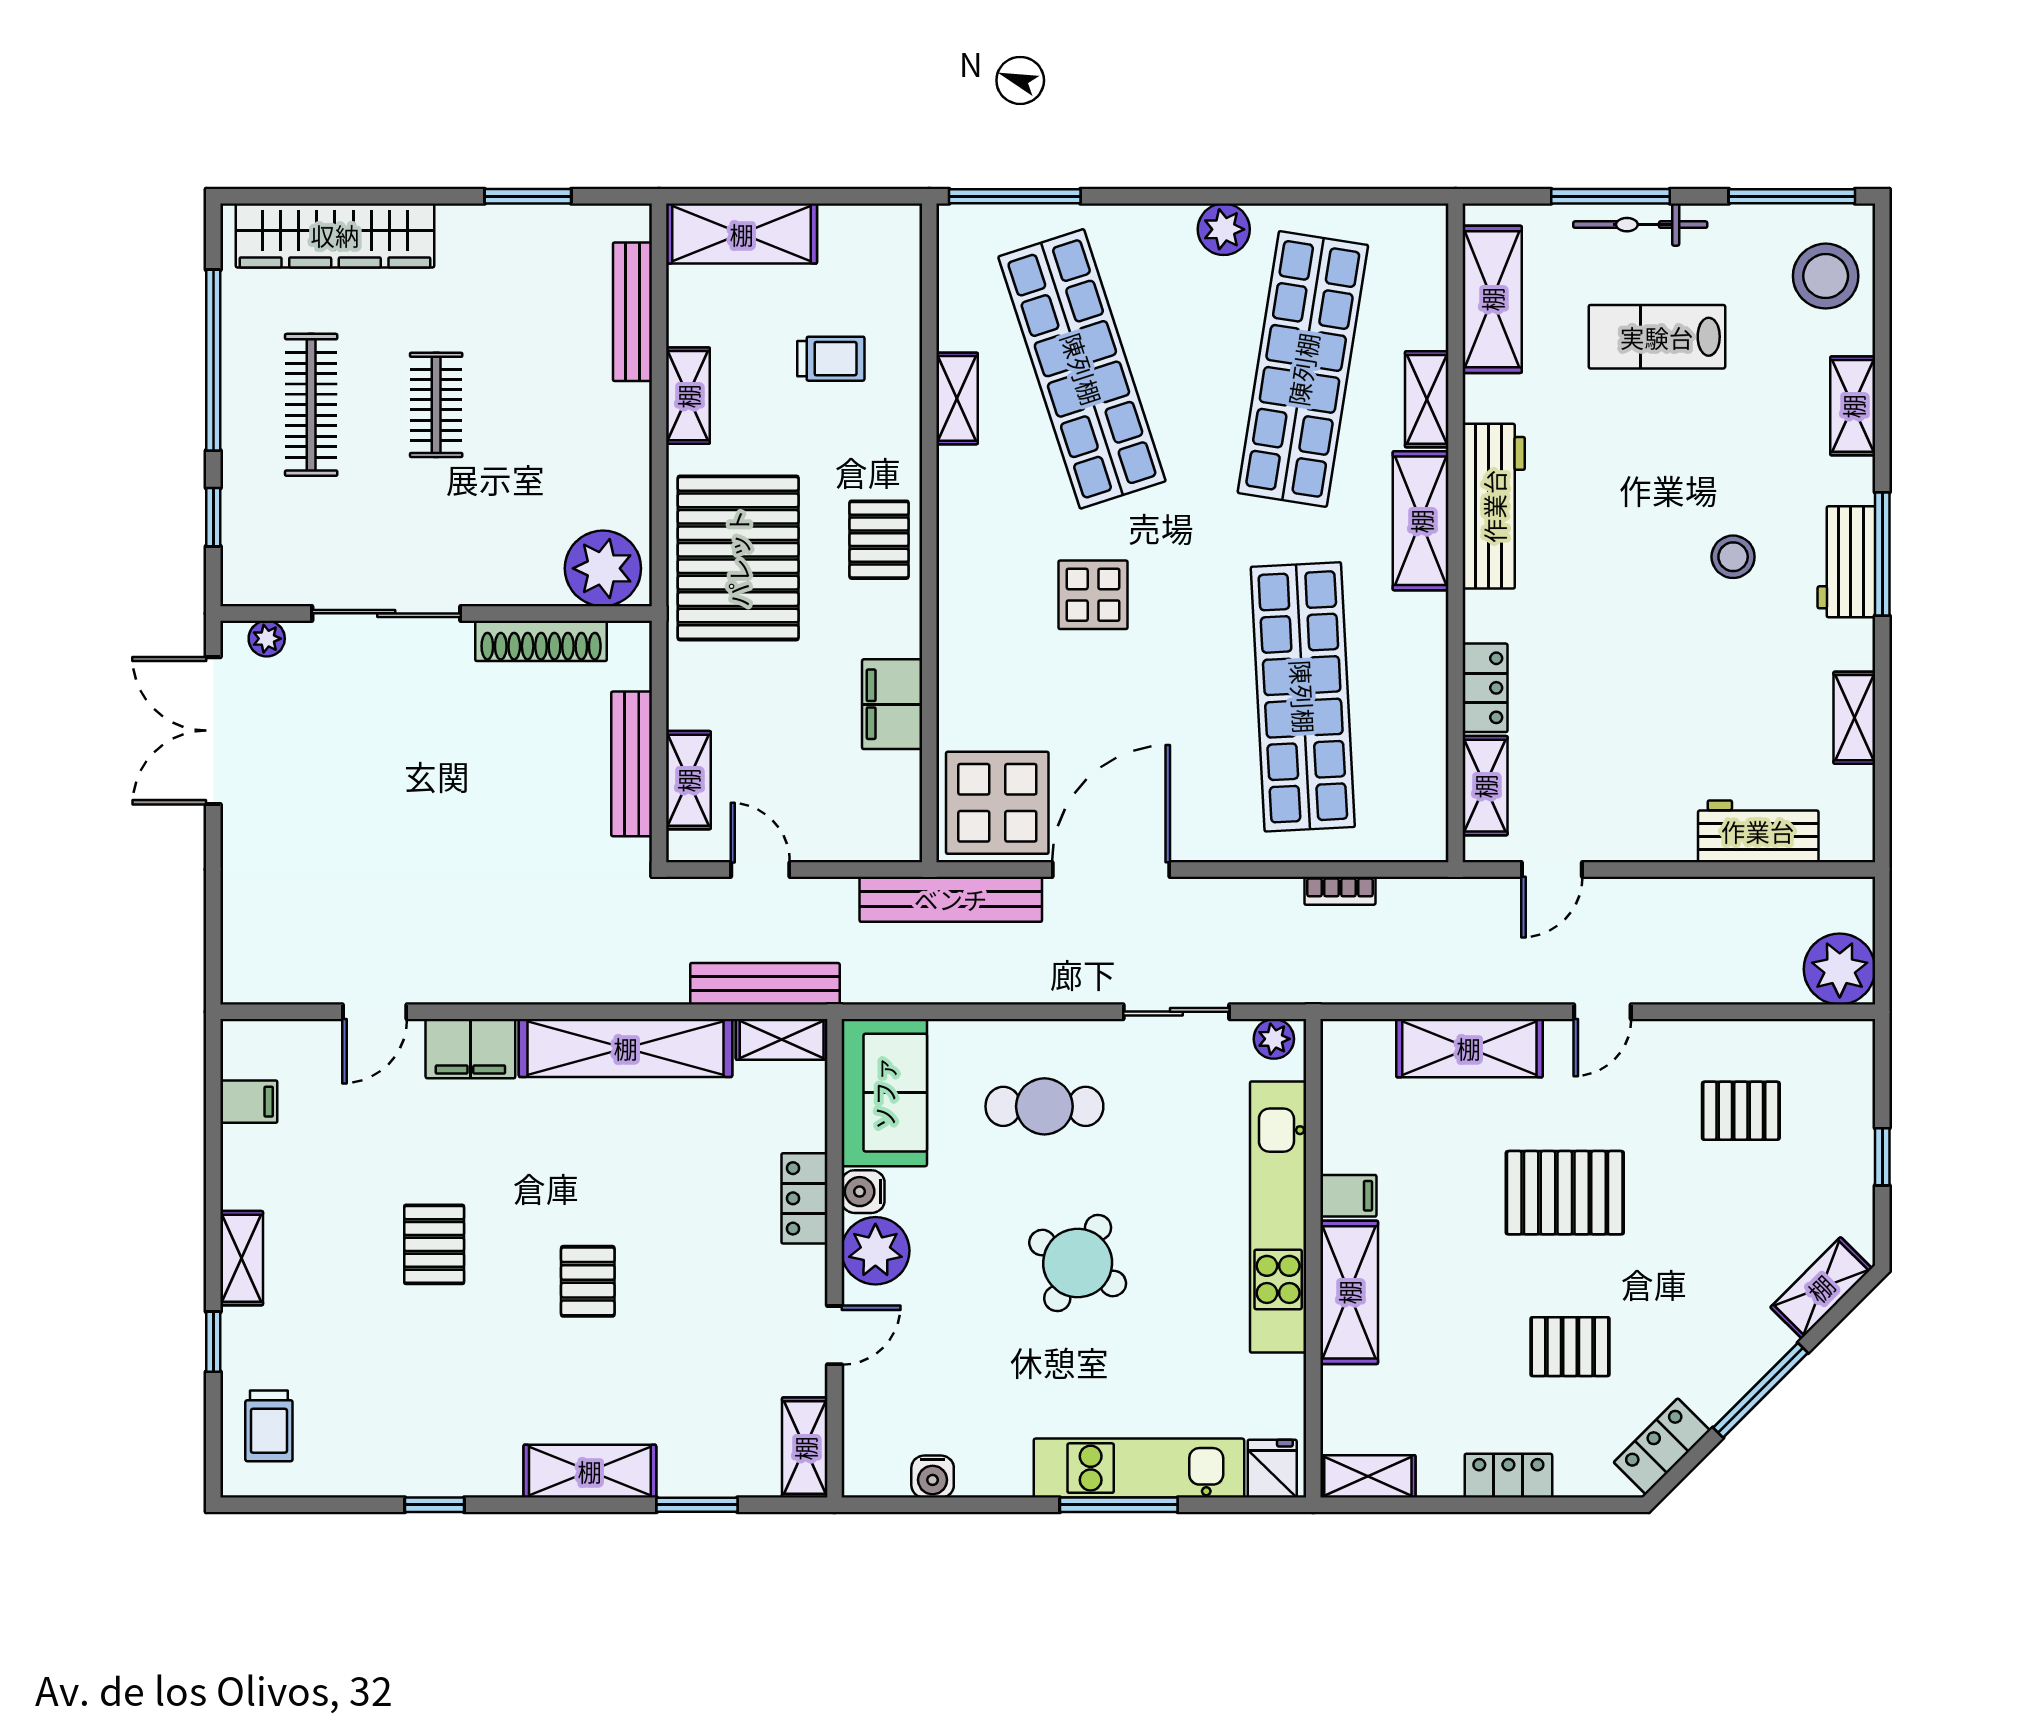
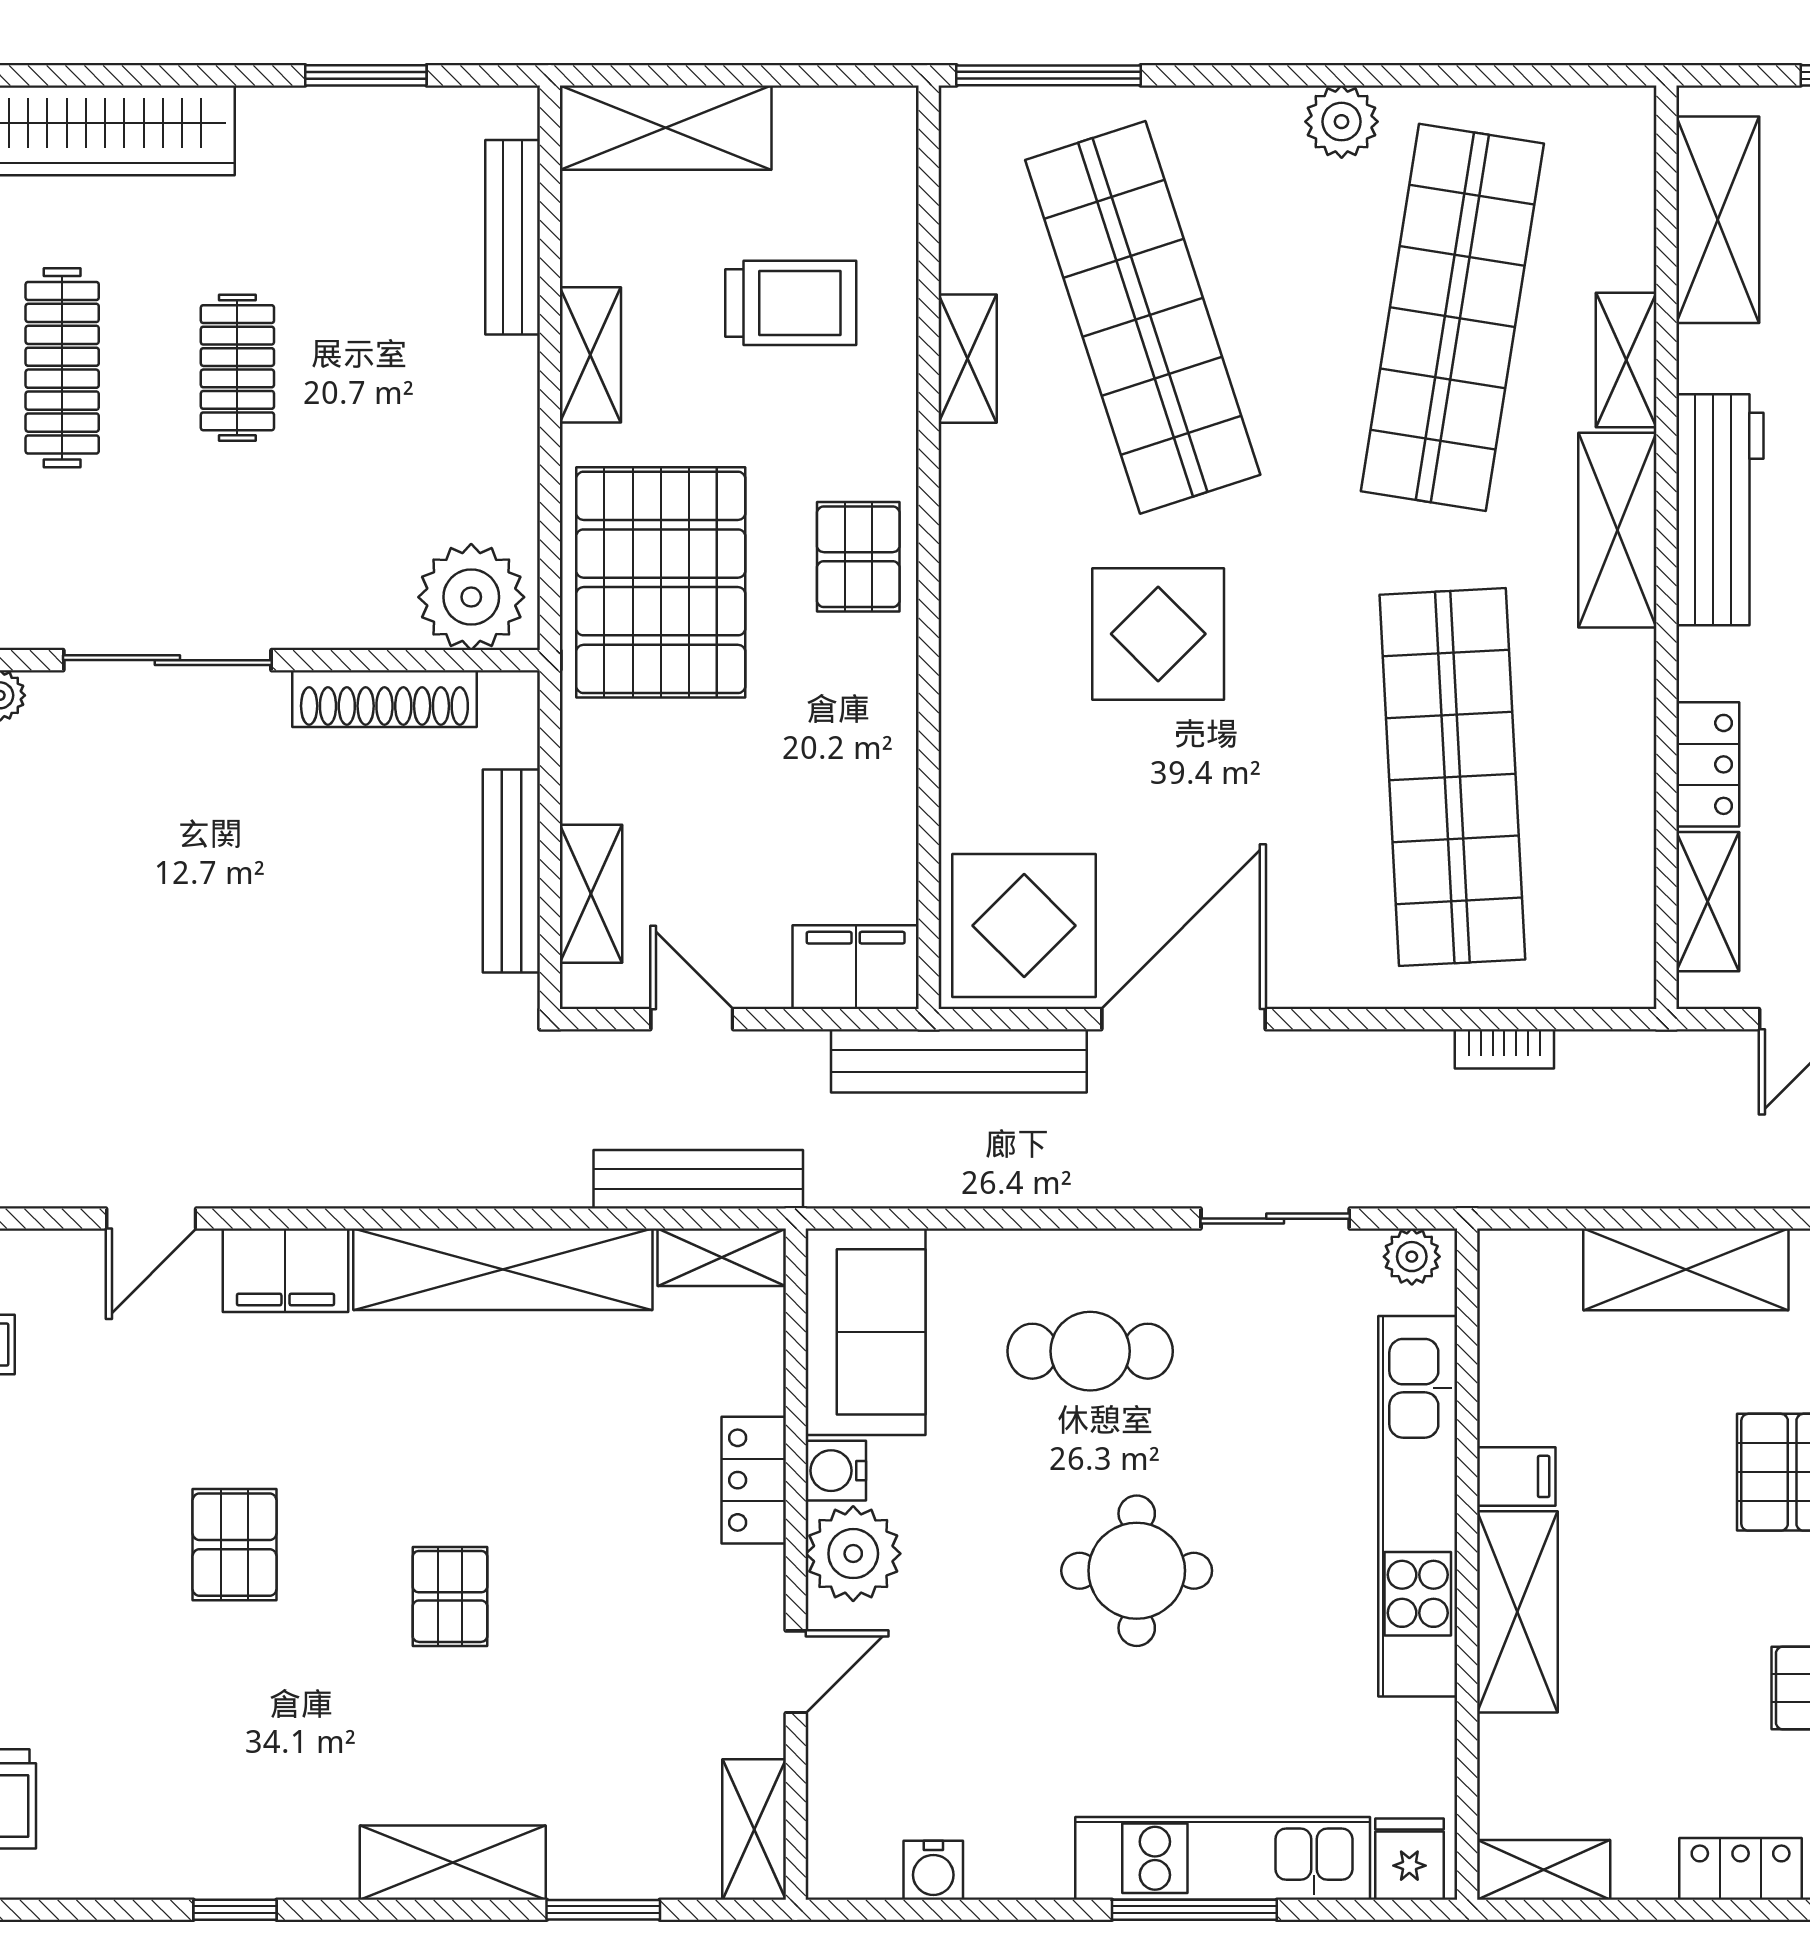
trolley: (831, 359) -> (791, 303), width x1.36, depth x1.39
display table: (1093, 595) -> (1158, 634), width x1.36, depth x1.36
filing cabinet: (892, 704) -> (856, 967), moved, turned 90
round table: (1078, 1263) -> (1137, 1571), turned -30

